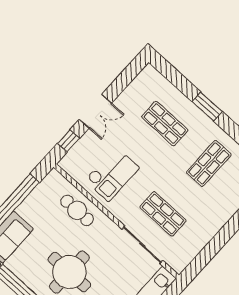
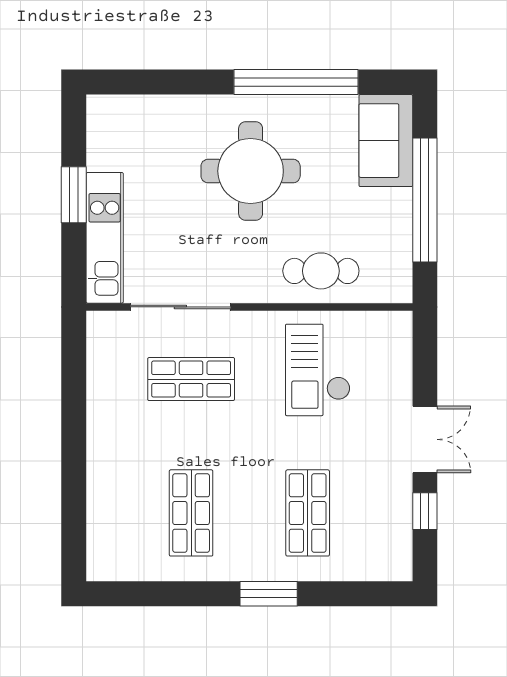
double door: (95, 111) -> (425, 439), swing flipped
shop shelf: (165, 124) -> (308, 513), turned 90
window: (69, 141) -> (425, 511), moved

